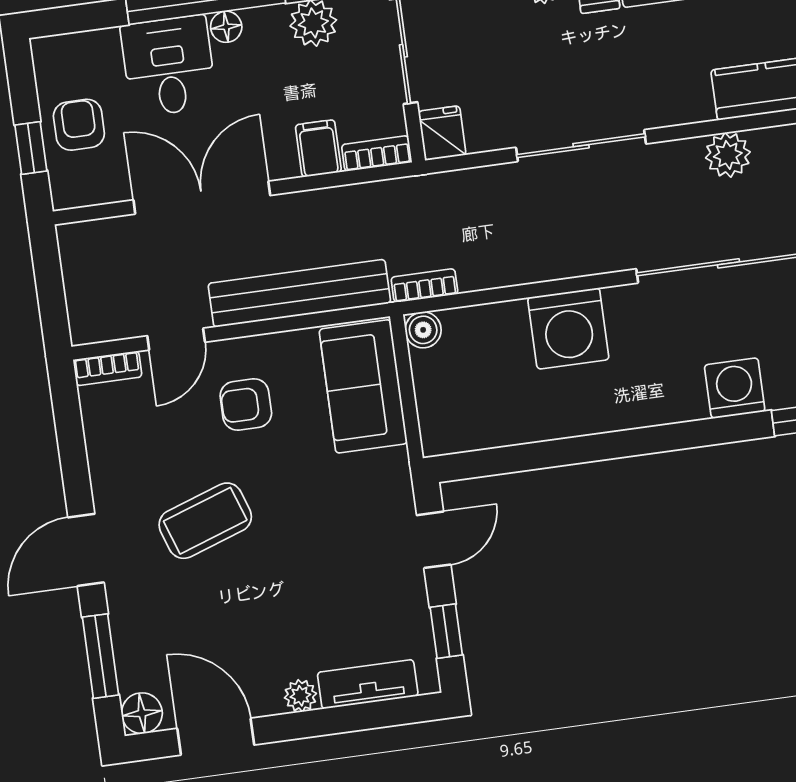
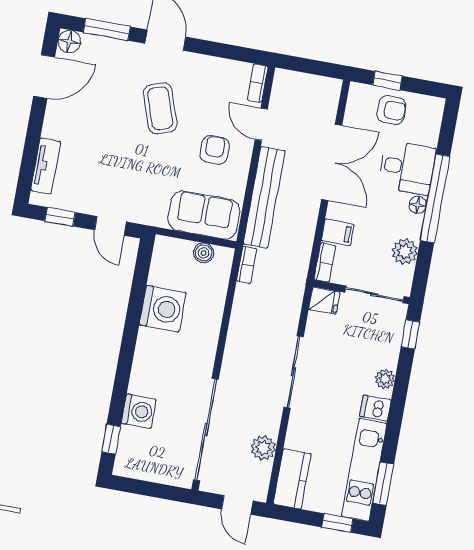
washing machine: (568, 328) -> (163, 309), moved, turned 180
boiler: (423, 330) -> (204, 253), moved
plant: (300, 696) -> (51, 128), removed

